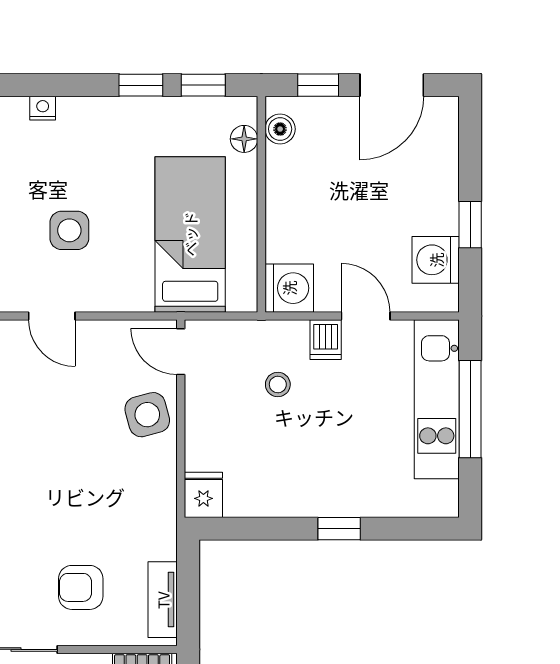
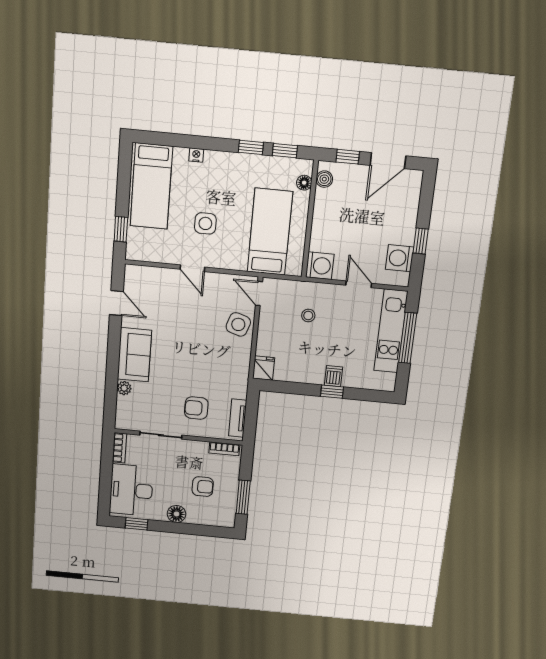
dishwasher: (326, 340) -> (333, 376), moved, turned 180
side table: (147, 415) -> (238, 324), turned 33

